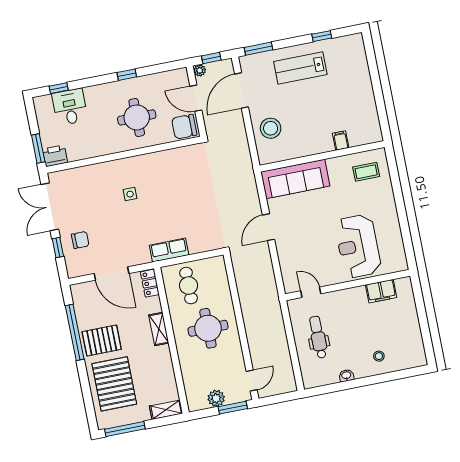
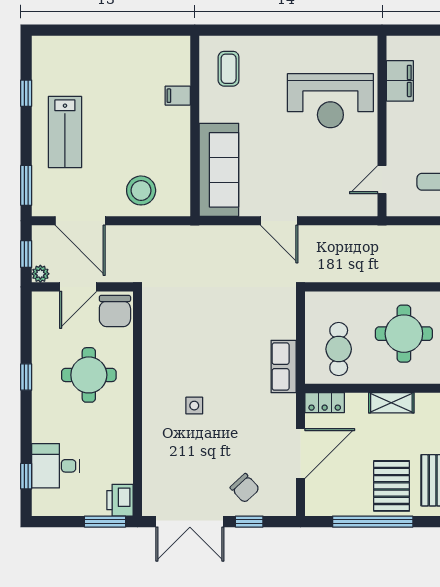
chair: (80, 240) -> (245, 488), turned 137
cafe table: (189, 286) -> (339, 349), turned 90

